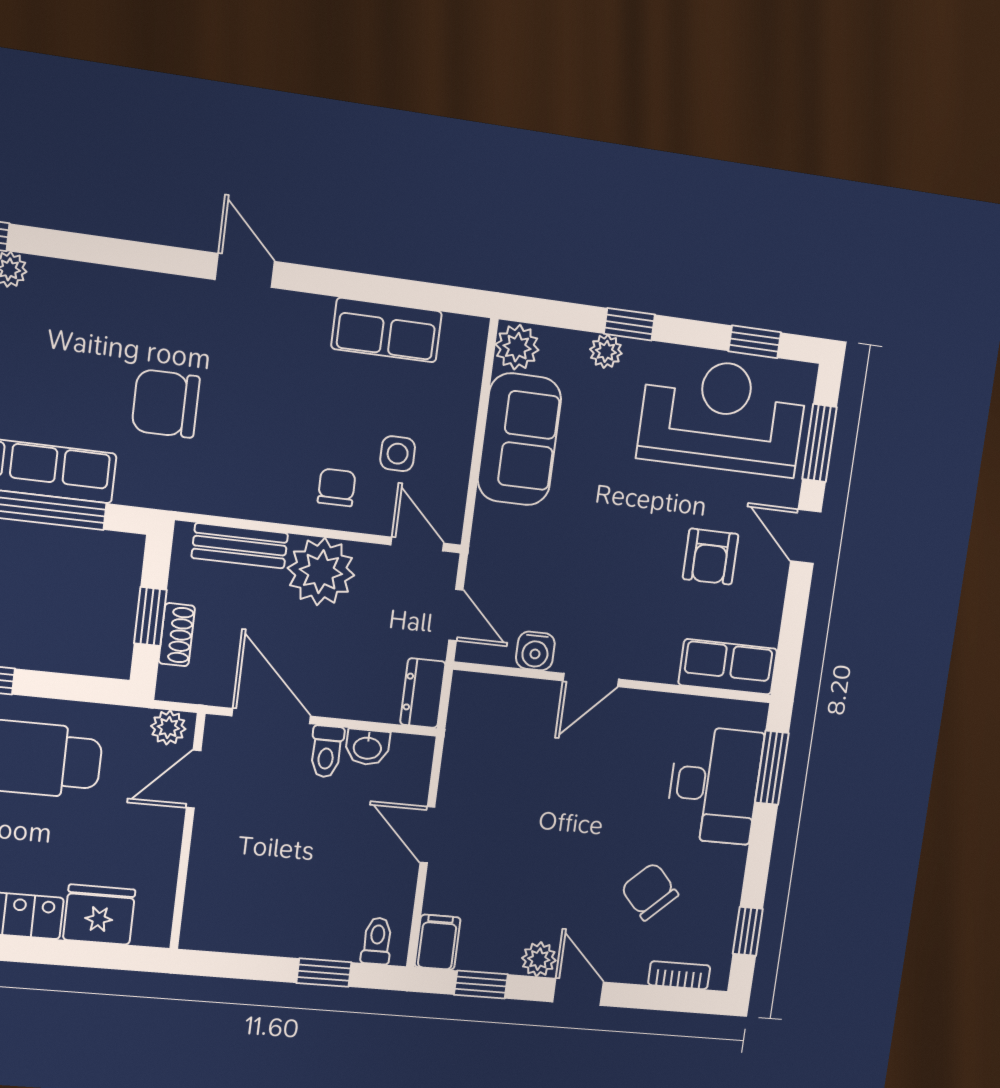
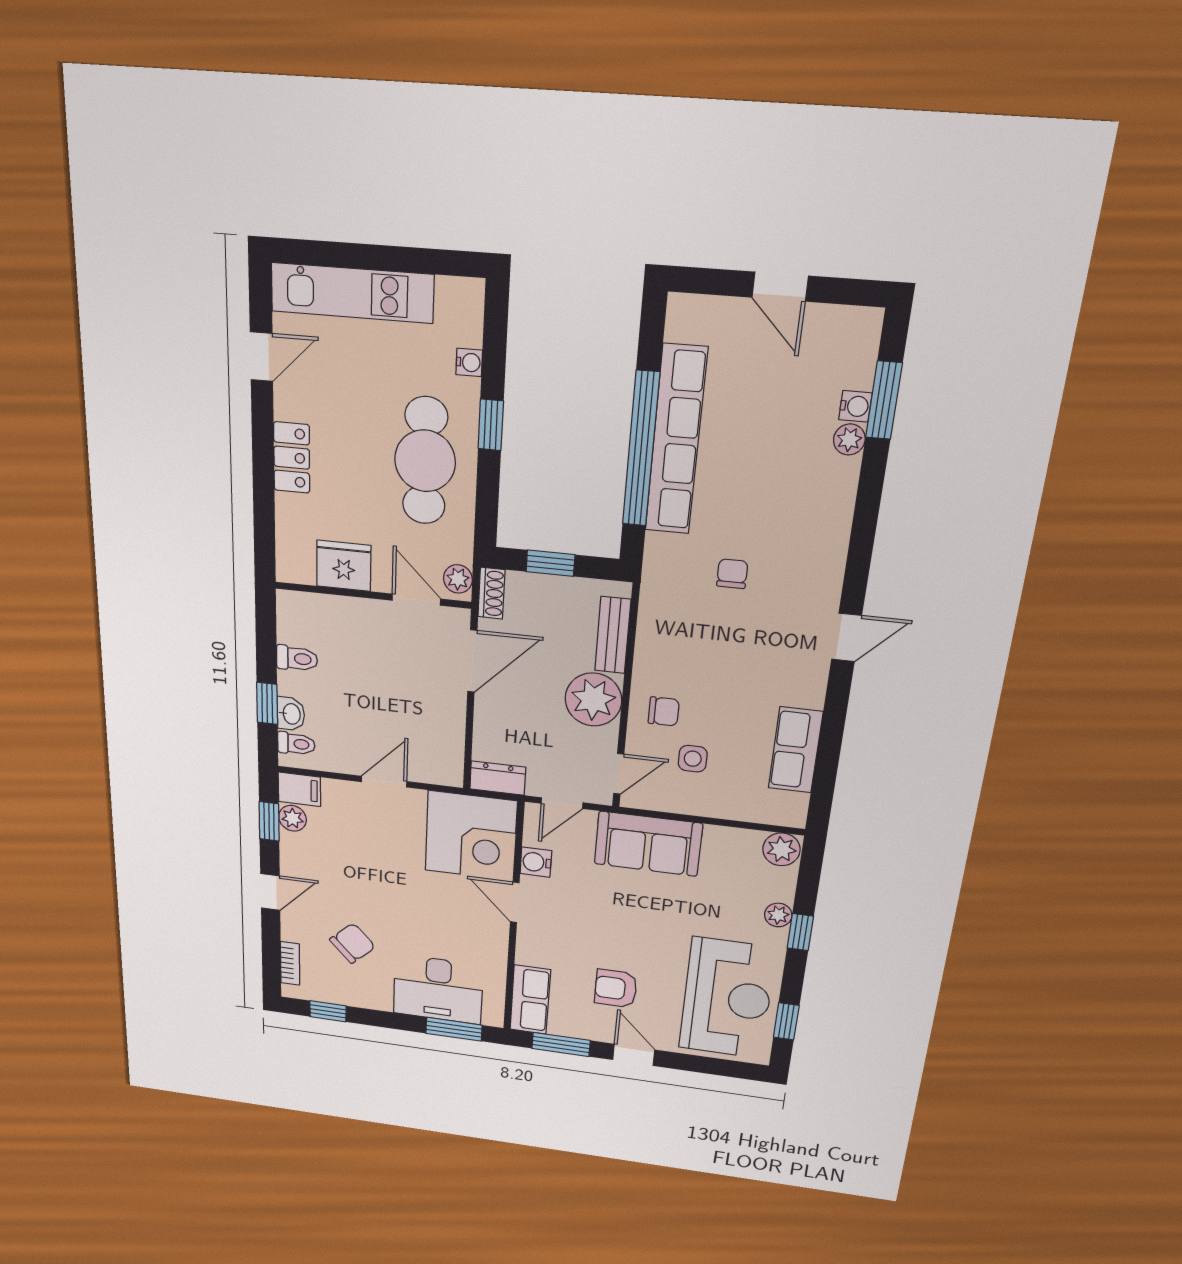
chair: (166, 404) -> (732, 574), width x0.54, depth x0.54
sofa: (519, 439) -> (648, 844), moved
window: (819, 443) -> (561, 1044), moved
door: (806, 537) -> (634, 1055), hinge flipped
shoe rack: (177, 635) -> (491, 593), moved, turned -90
corner desk: (500, 731) -> (471, 836), added
washbasin: (367, 747) -> (291, 714), moved, turned 180
toilet: (326, 752) -> (297, 658), moved, turned 180
fridge: (99, 915) -> (344, 566), moved, turned -90
plant: (539, 959) -> (292, 818), moved

